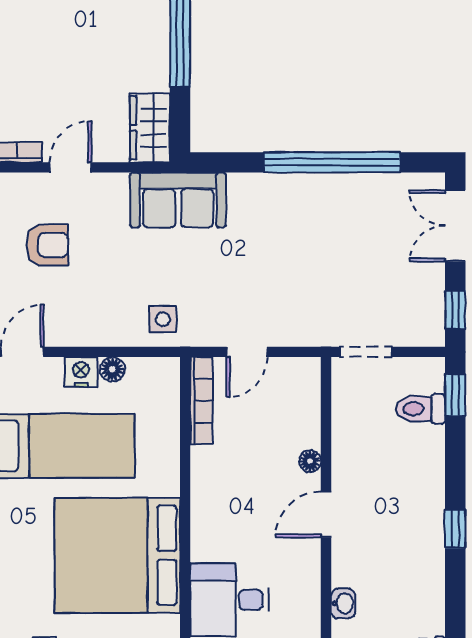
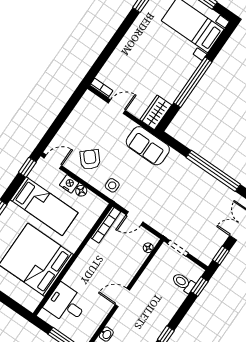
armchair: (47, 245) -> (90, 159), moved, turned -132
floor lamp: (310, 461) -> (148, 248), moved

